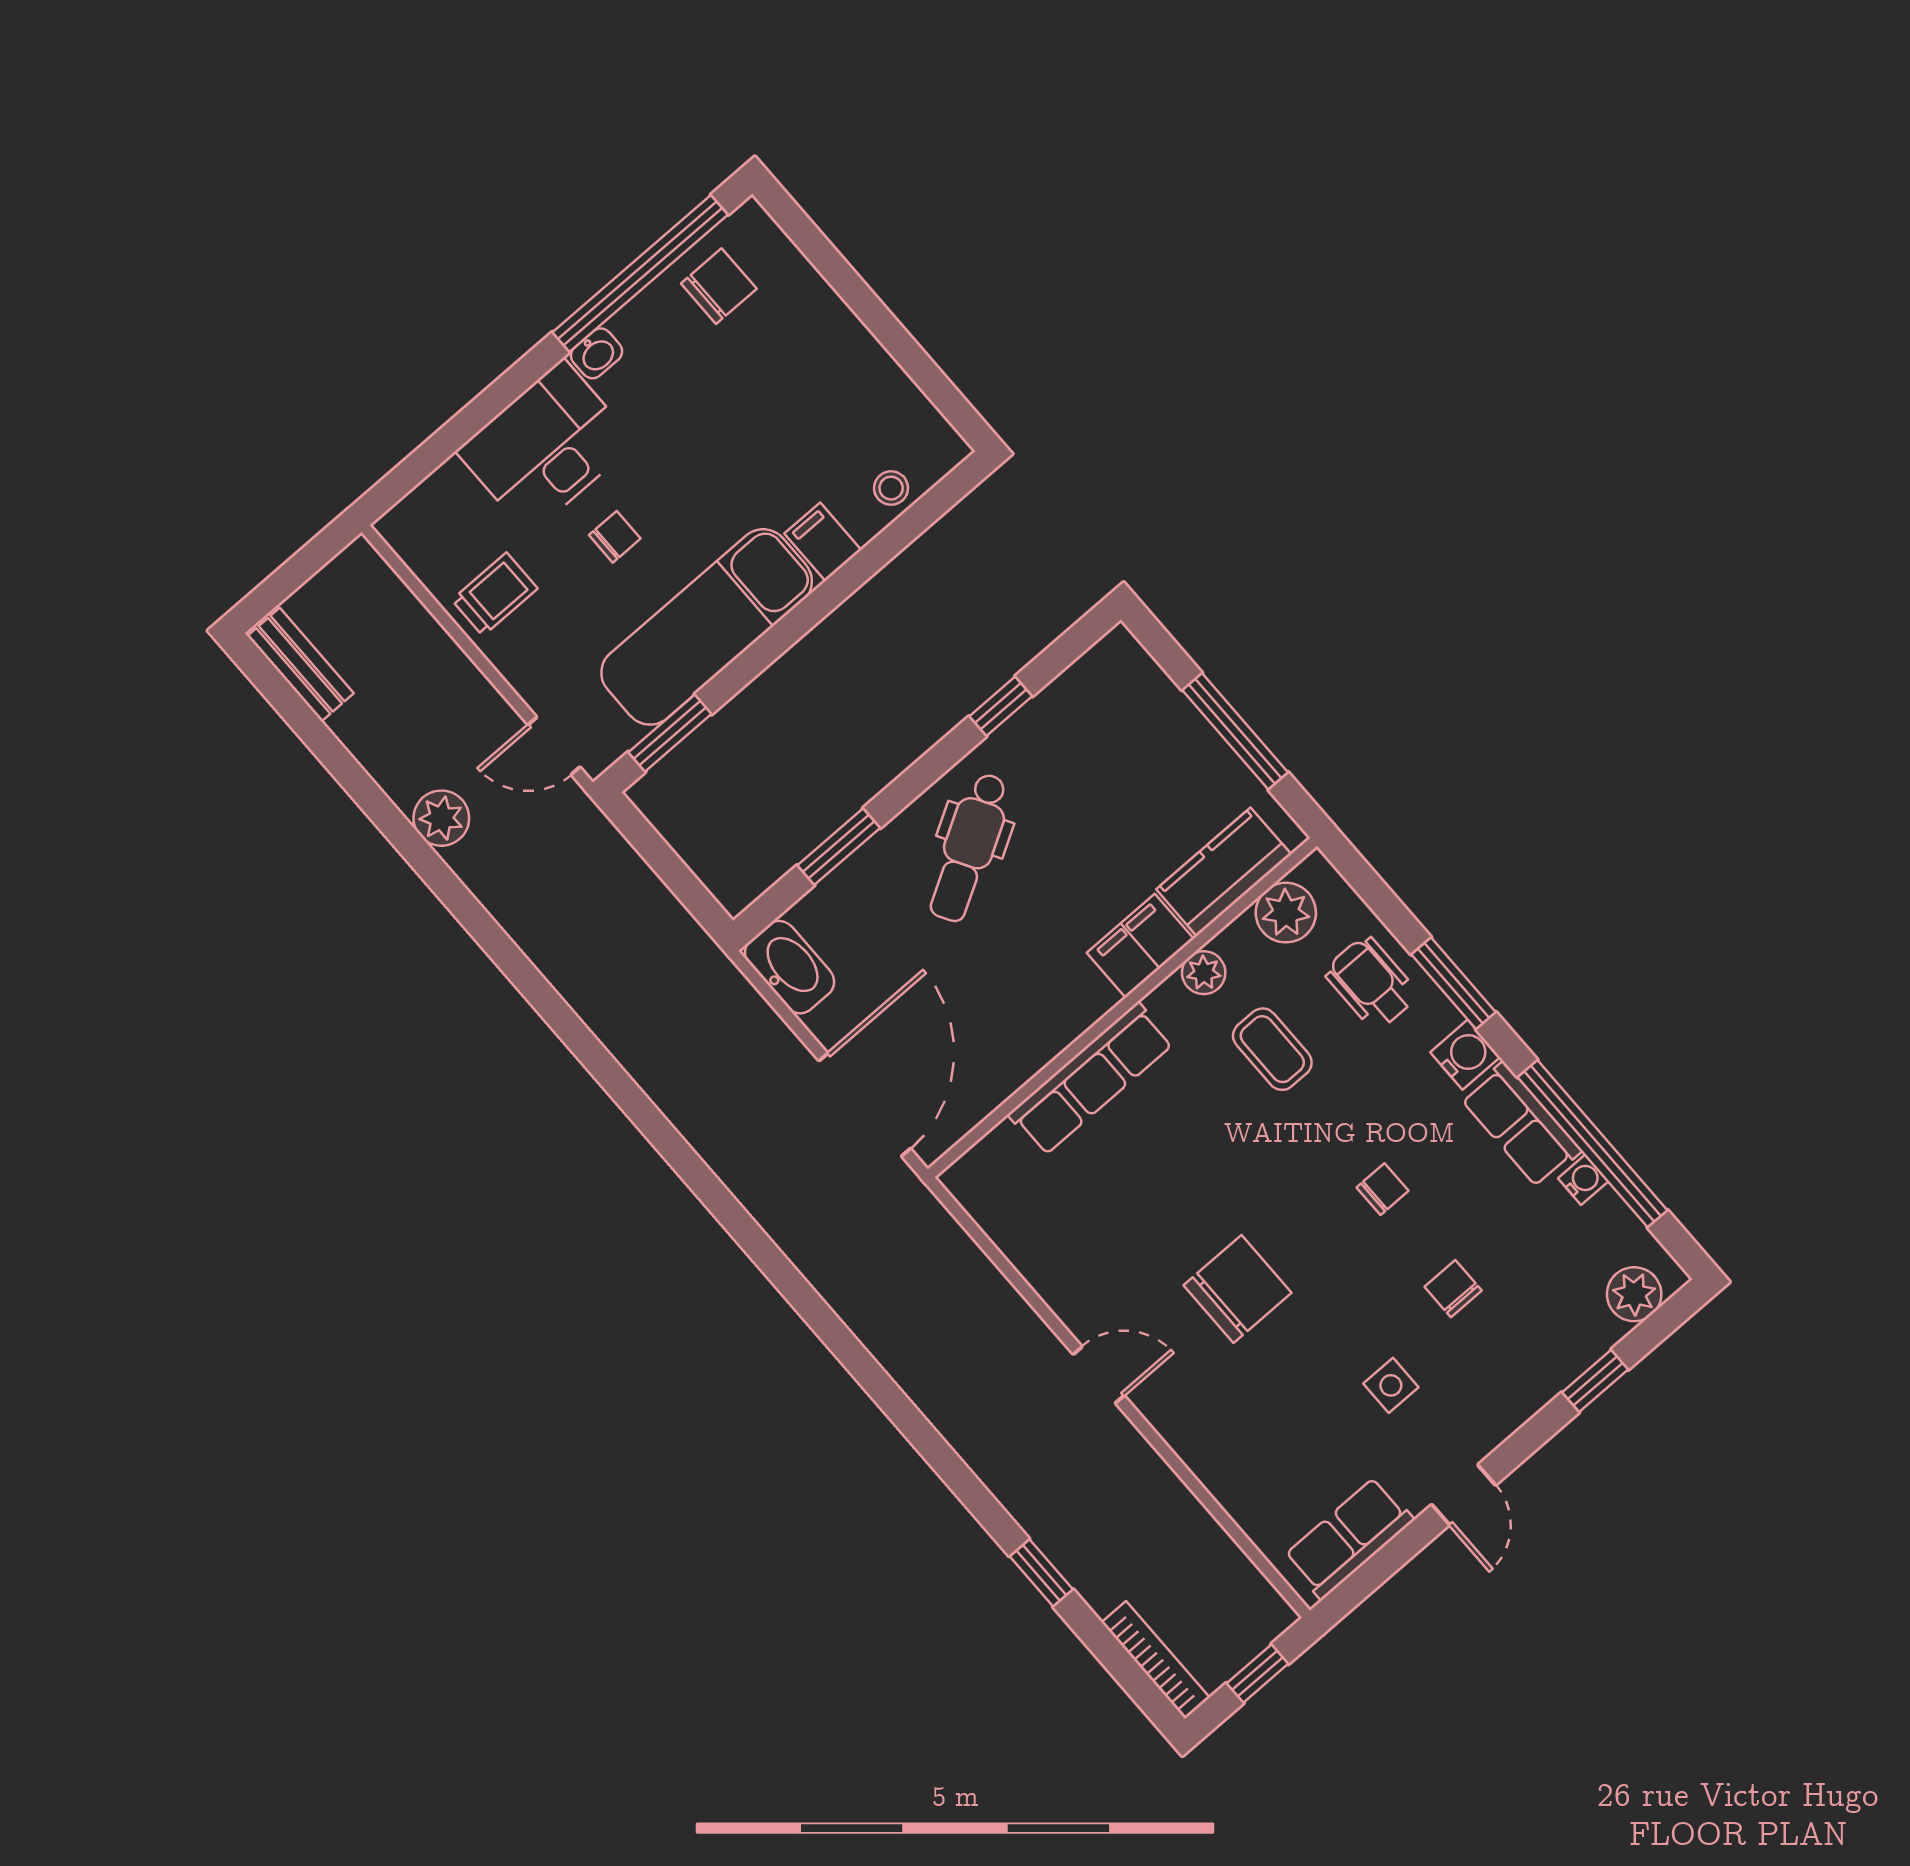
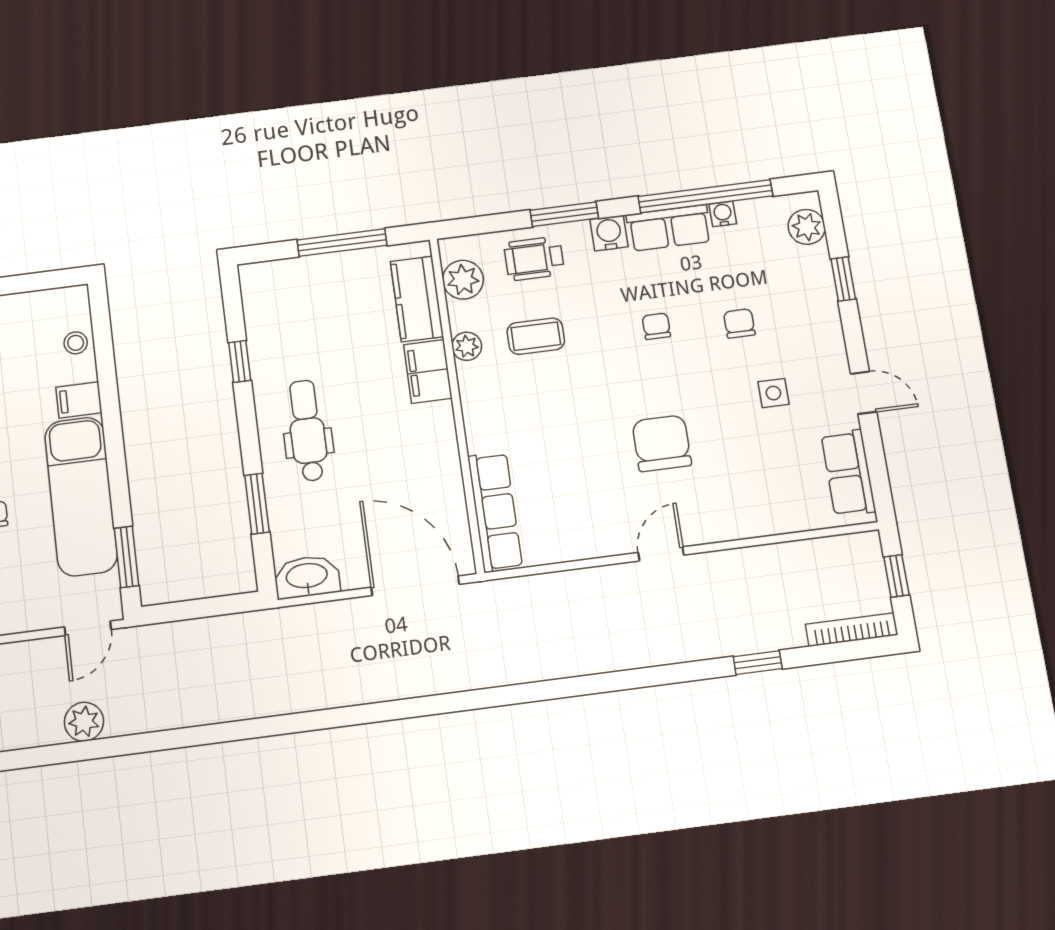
dental chair: (969, 847) -> (307, 431), turned -150
row of seats: (1091, 1079) -> (495, 512), moved
chair: (1453, 1289) -> (739, 323), turned 90

